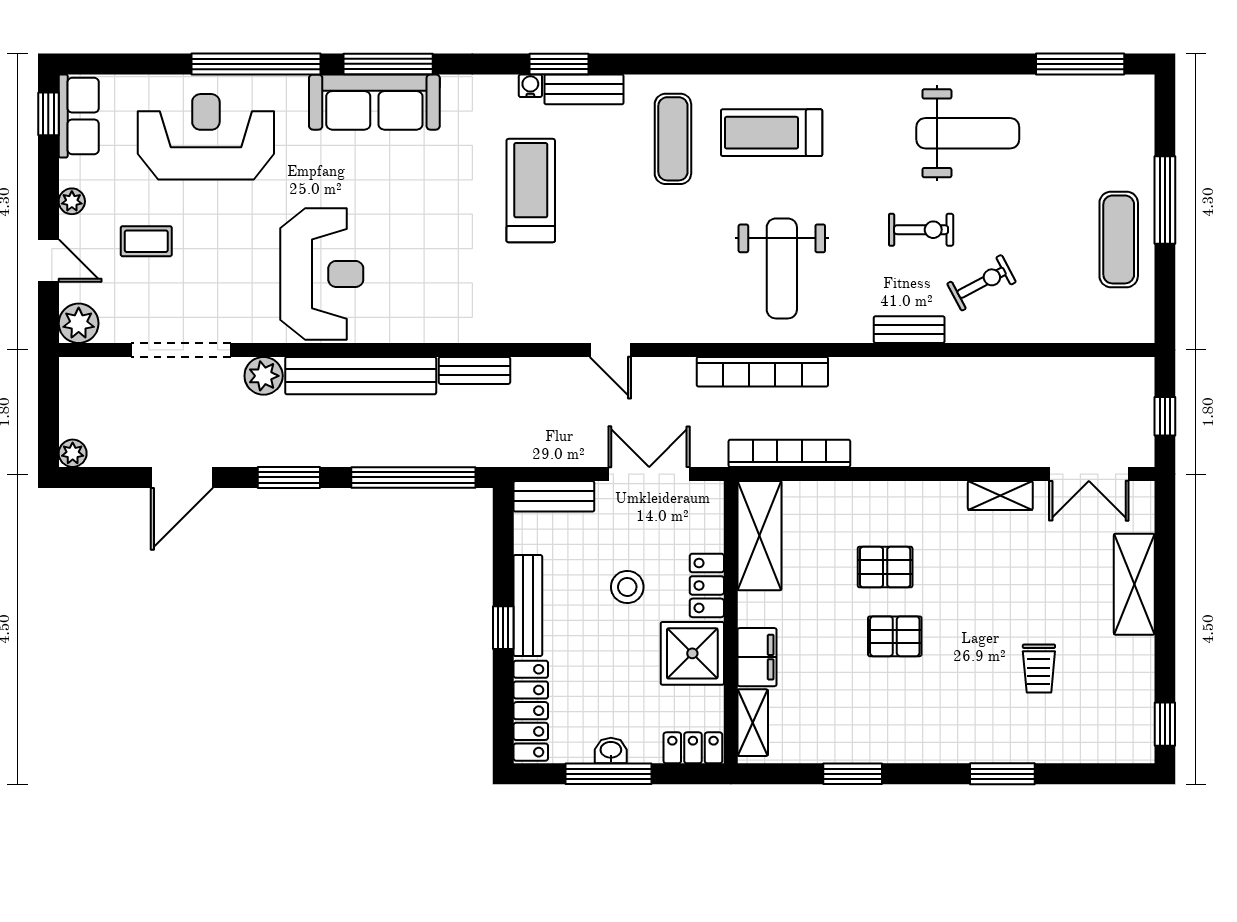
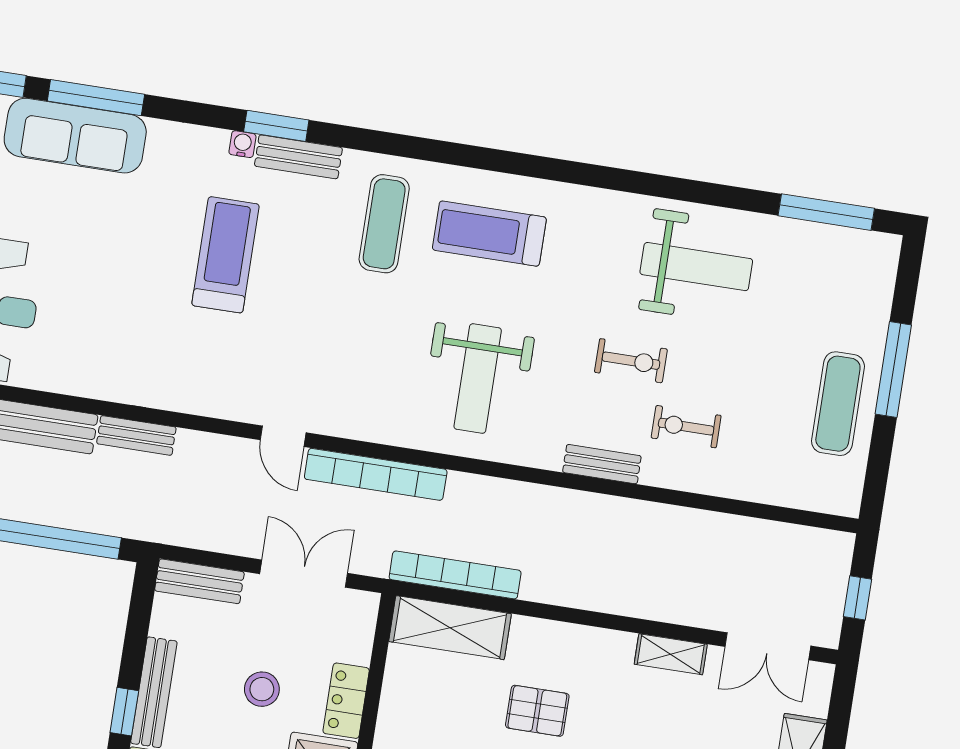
exercise bike: (982, 283) -> (686, 427), turned -152
bookcase: (762, 372) -> (376, 474), moved
shelving: (760, 536) -> (450, 628), moved, turned 90

